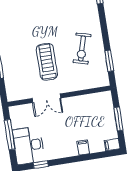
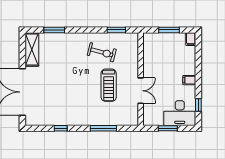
treadmill: (47, 62) -> (109, 85), turned -90
window: (10, 135) -> (168, 128), width x0.69
filing cabinet: (83, 148) -> (189, 80), moved

